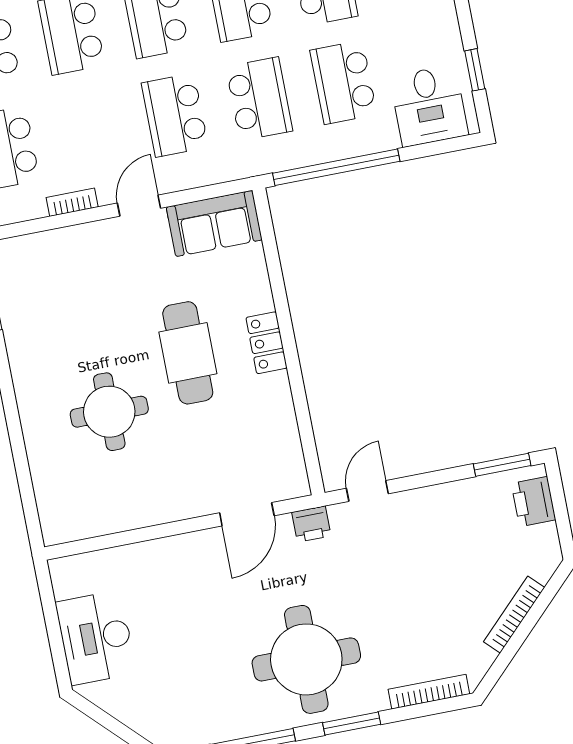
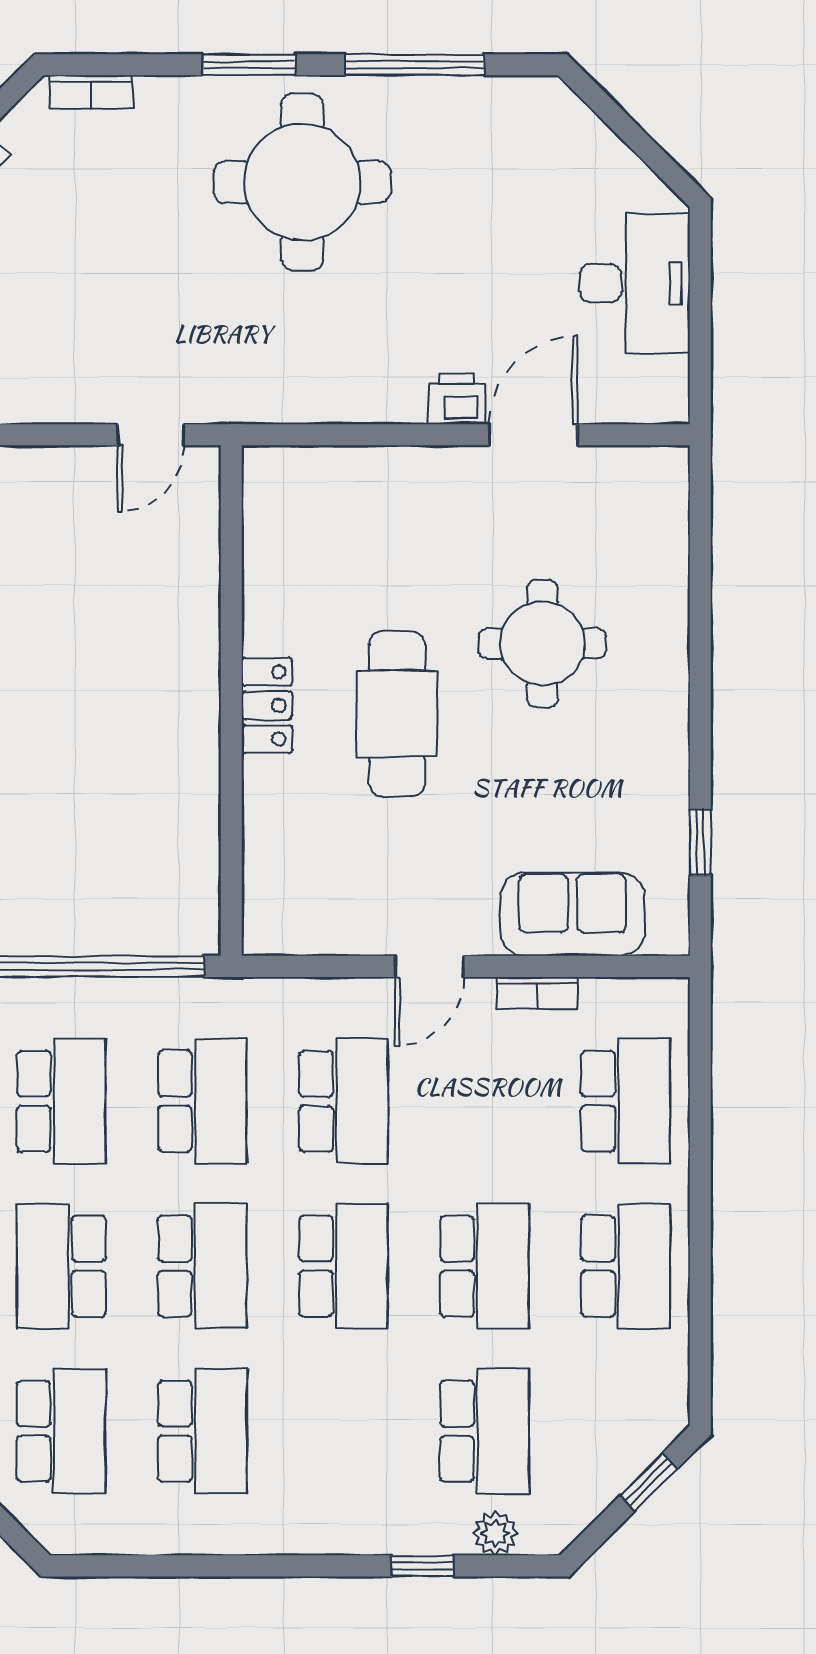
school desk: (259, 99) -> (202, 1101), turned 180
sofa: (214, 223) -> (573, 914), moved
door: (247, 514) -> (533, 435), moved
printer: (311, 524) -> (457, 399), moved
bookcase: (429, 692) -> (91, 92), width x0.64

